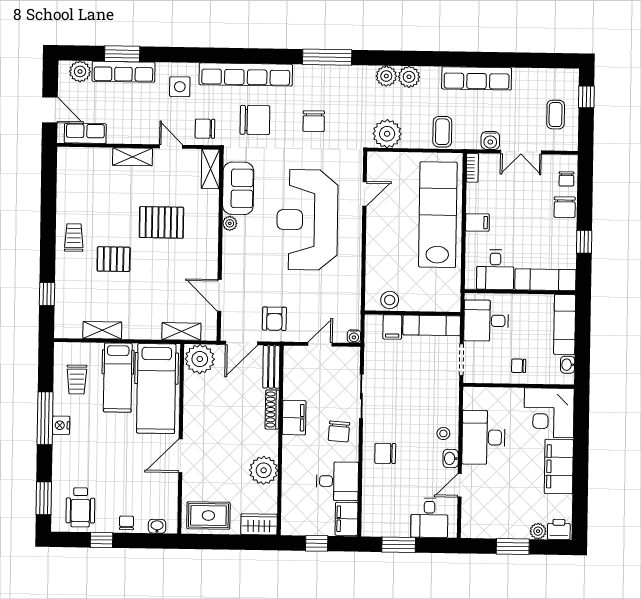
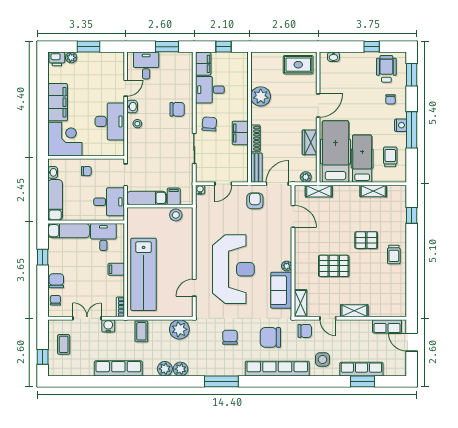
plant: (80, 71) -> (391, 369), removed
plant: (200, 359) -> (306, 177), width x0.53, depth x0.53
chair: (126, 523) -> (390, 99), moved
wardrobe: (259, 524) -> (310, 142), moved, turned 90

